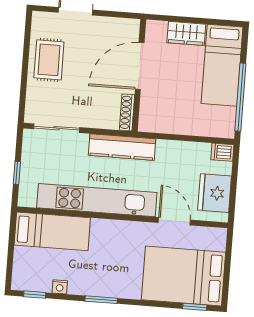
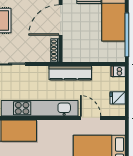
kitchen counter: (122, 147) -> (70, 73), moved
fridge: (215, 193) -> (118, 98), width x0.53, depth x0.75

